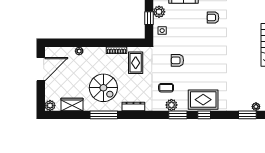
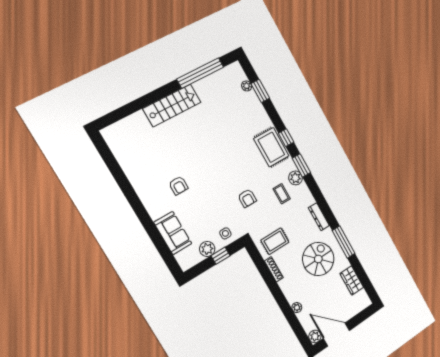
plant: (50, 106) -> (315, 336), moved

